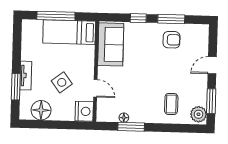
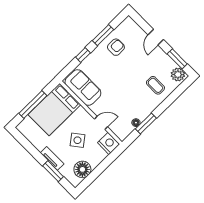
bed: (69, 32) -> (54, 110), width x1.50

